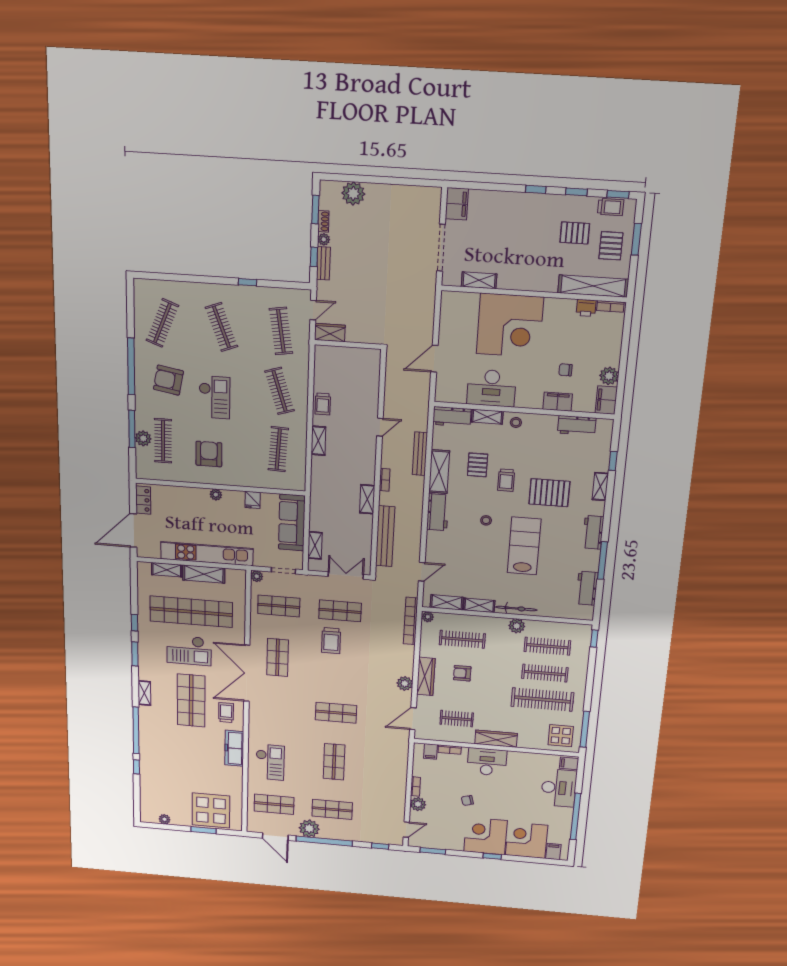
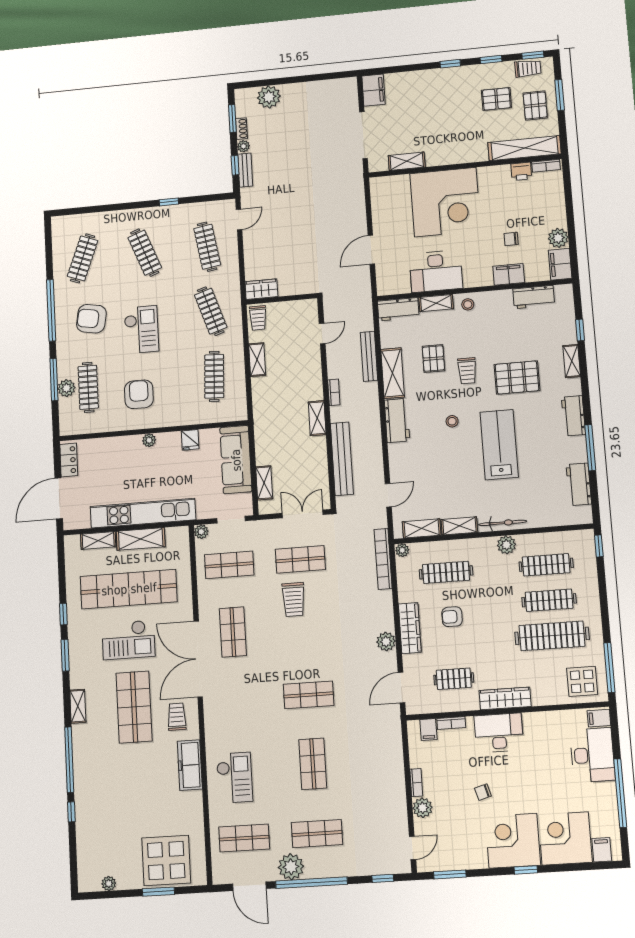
wardrobe: (330, 332) -> (261, 289), moved
wall: (348, 345) -> (282, 299), moved

